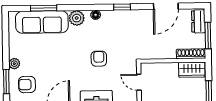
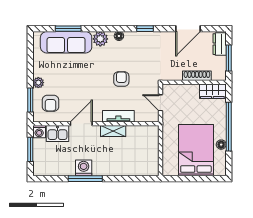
shoe rack: (191, 54) -> (197, 76), moved
armchair: (27, 85) -> (51, 103), turned -90

